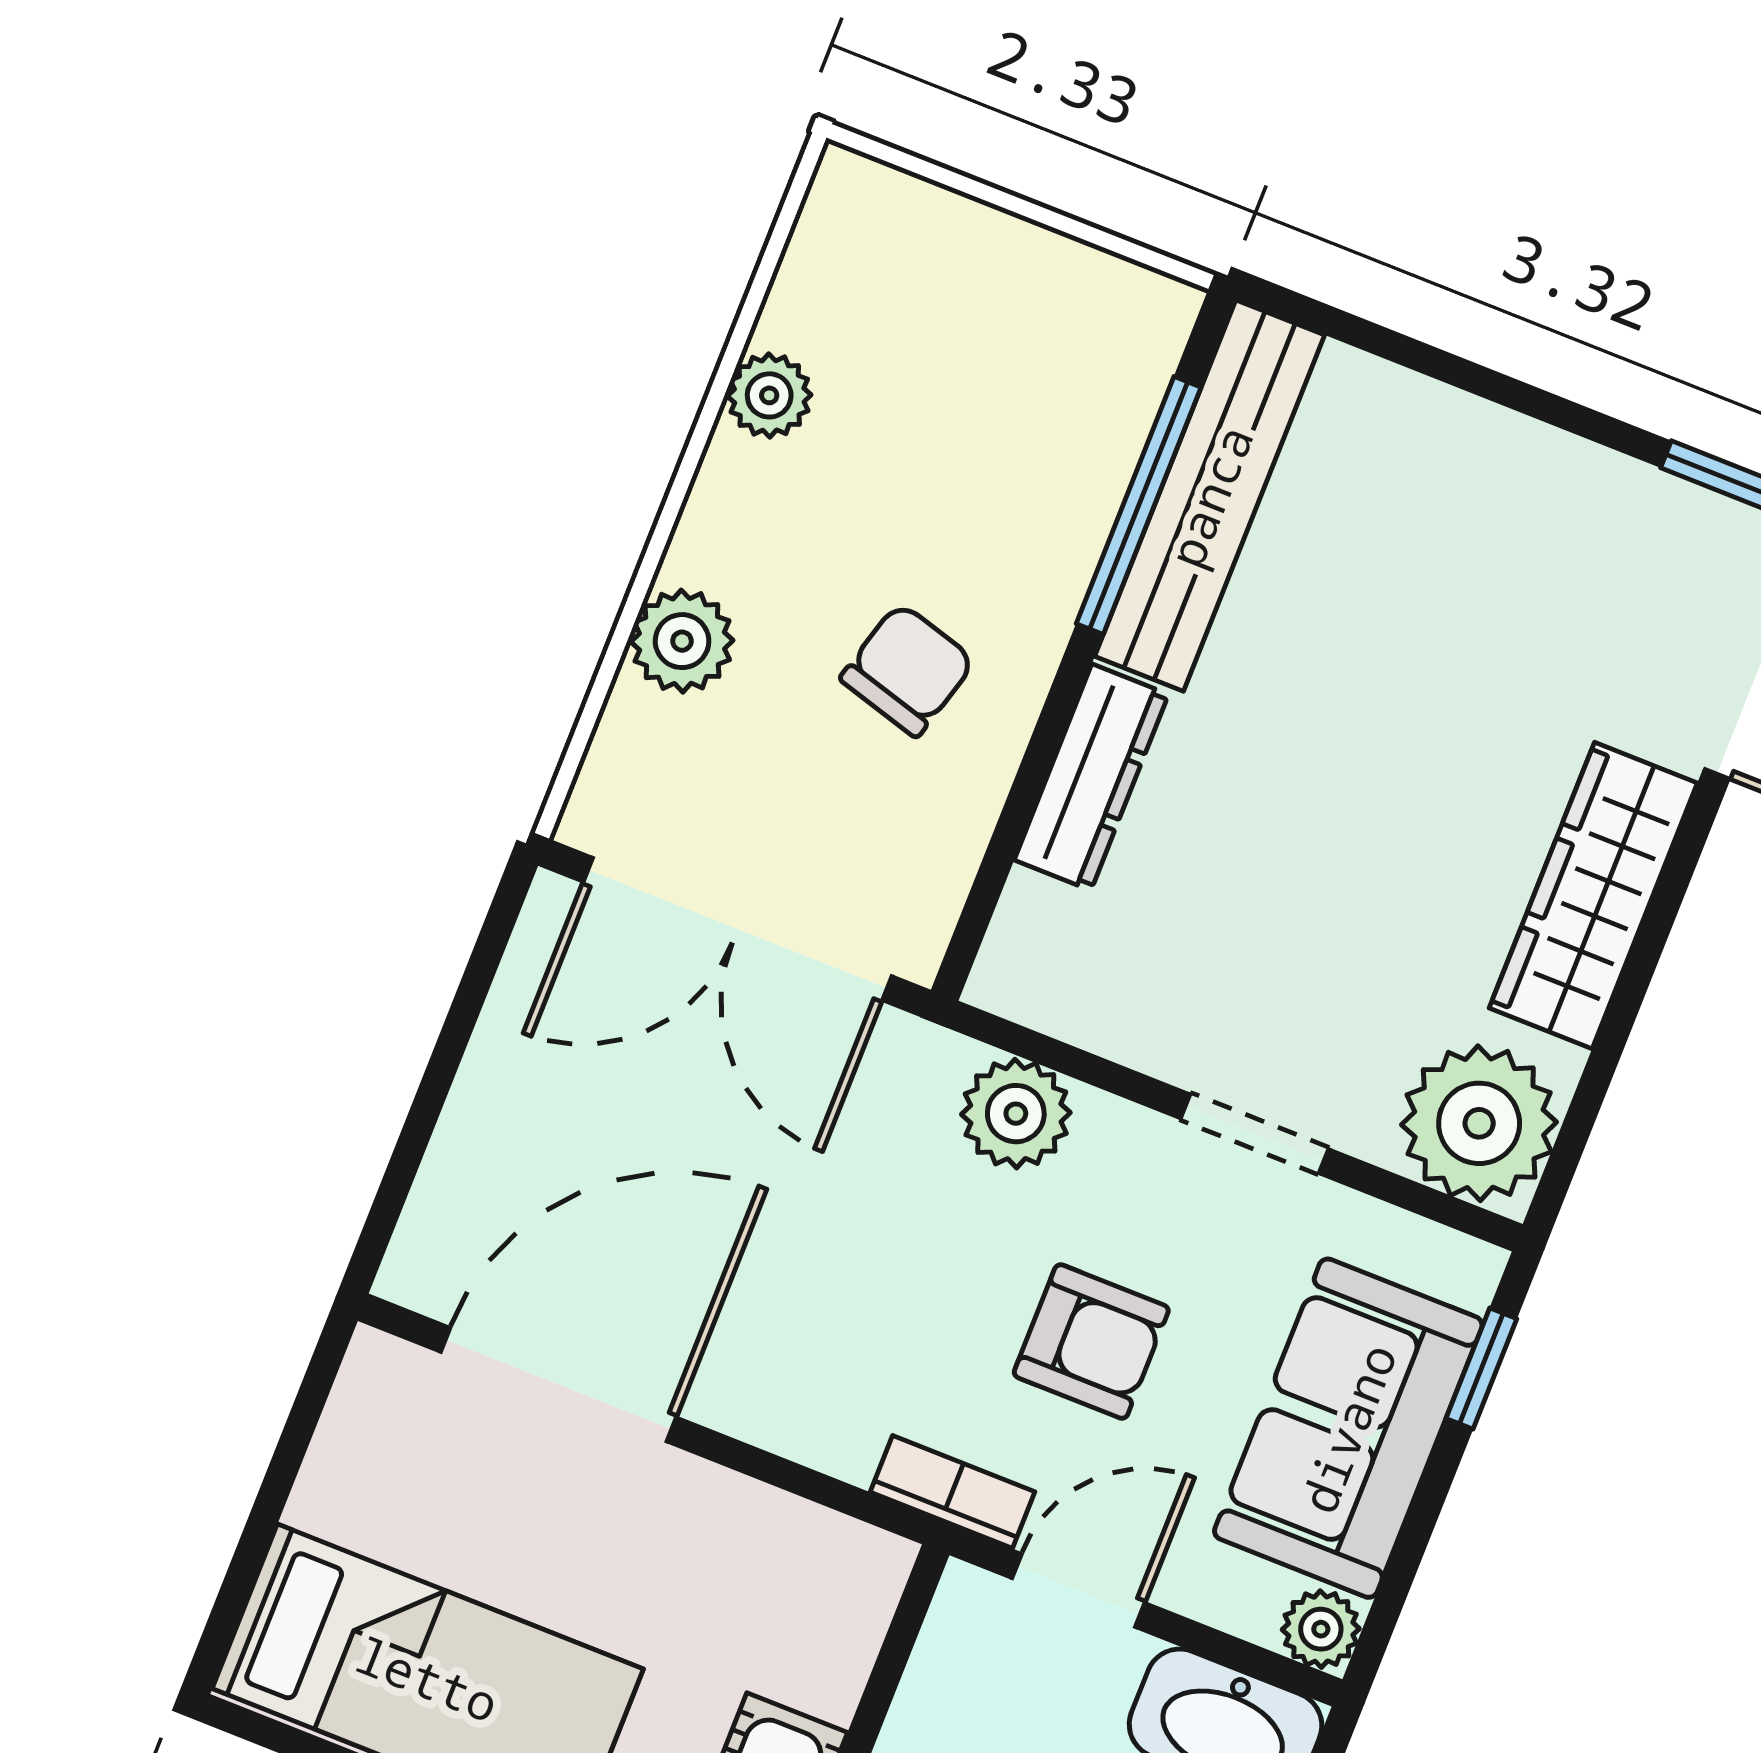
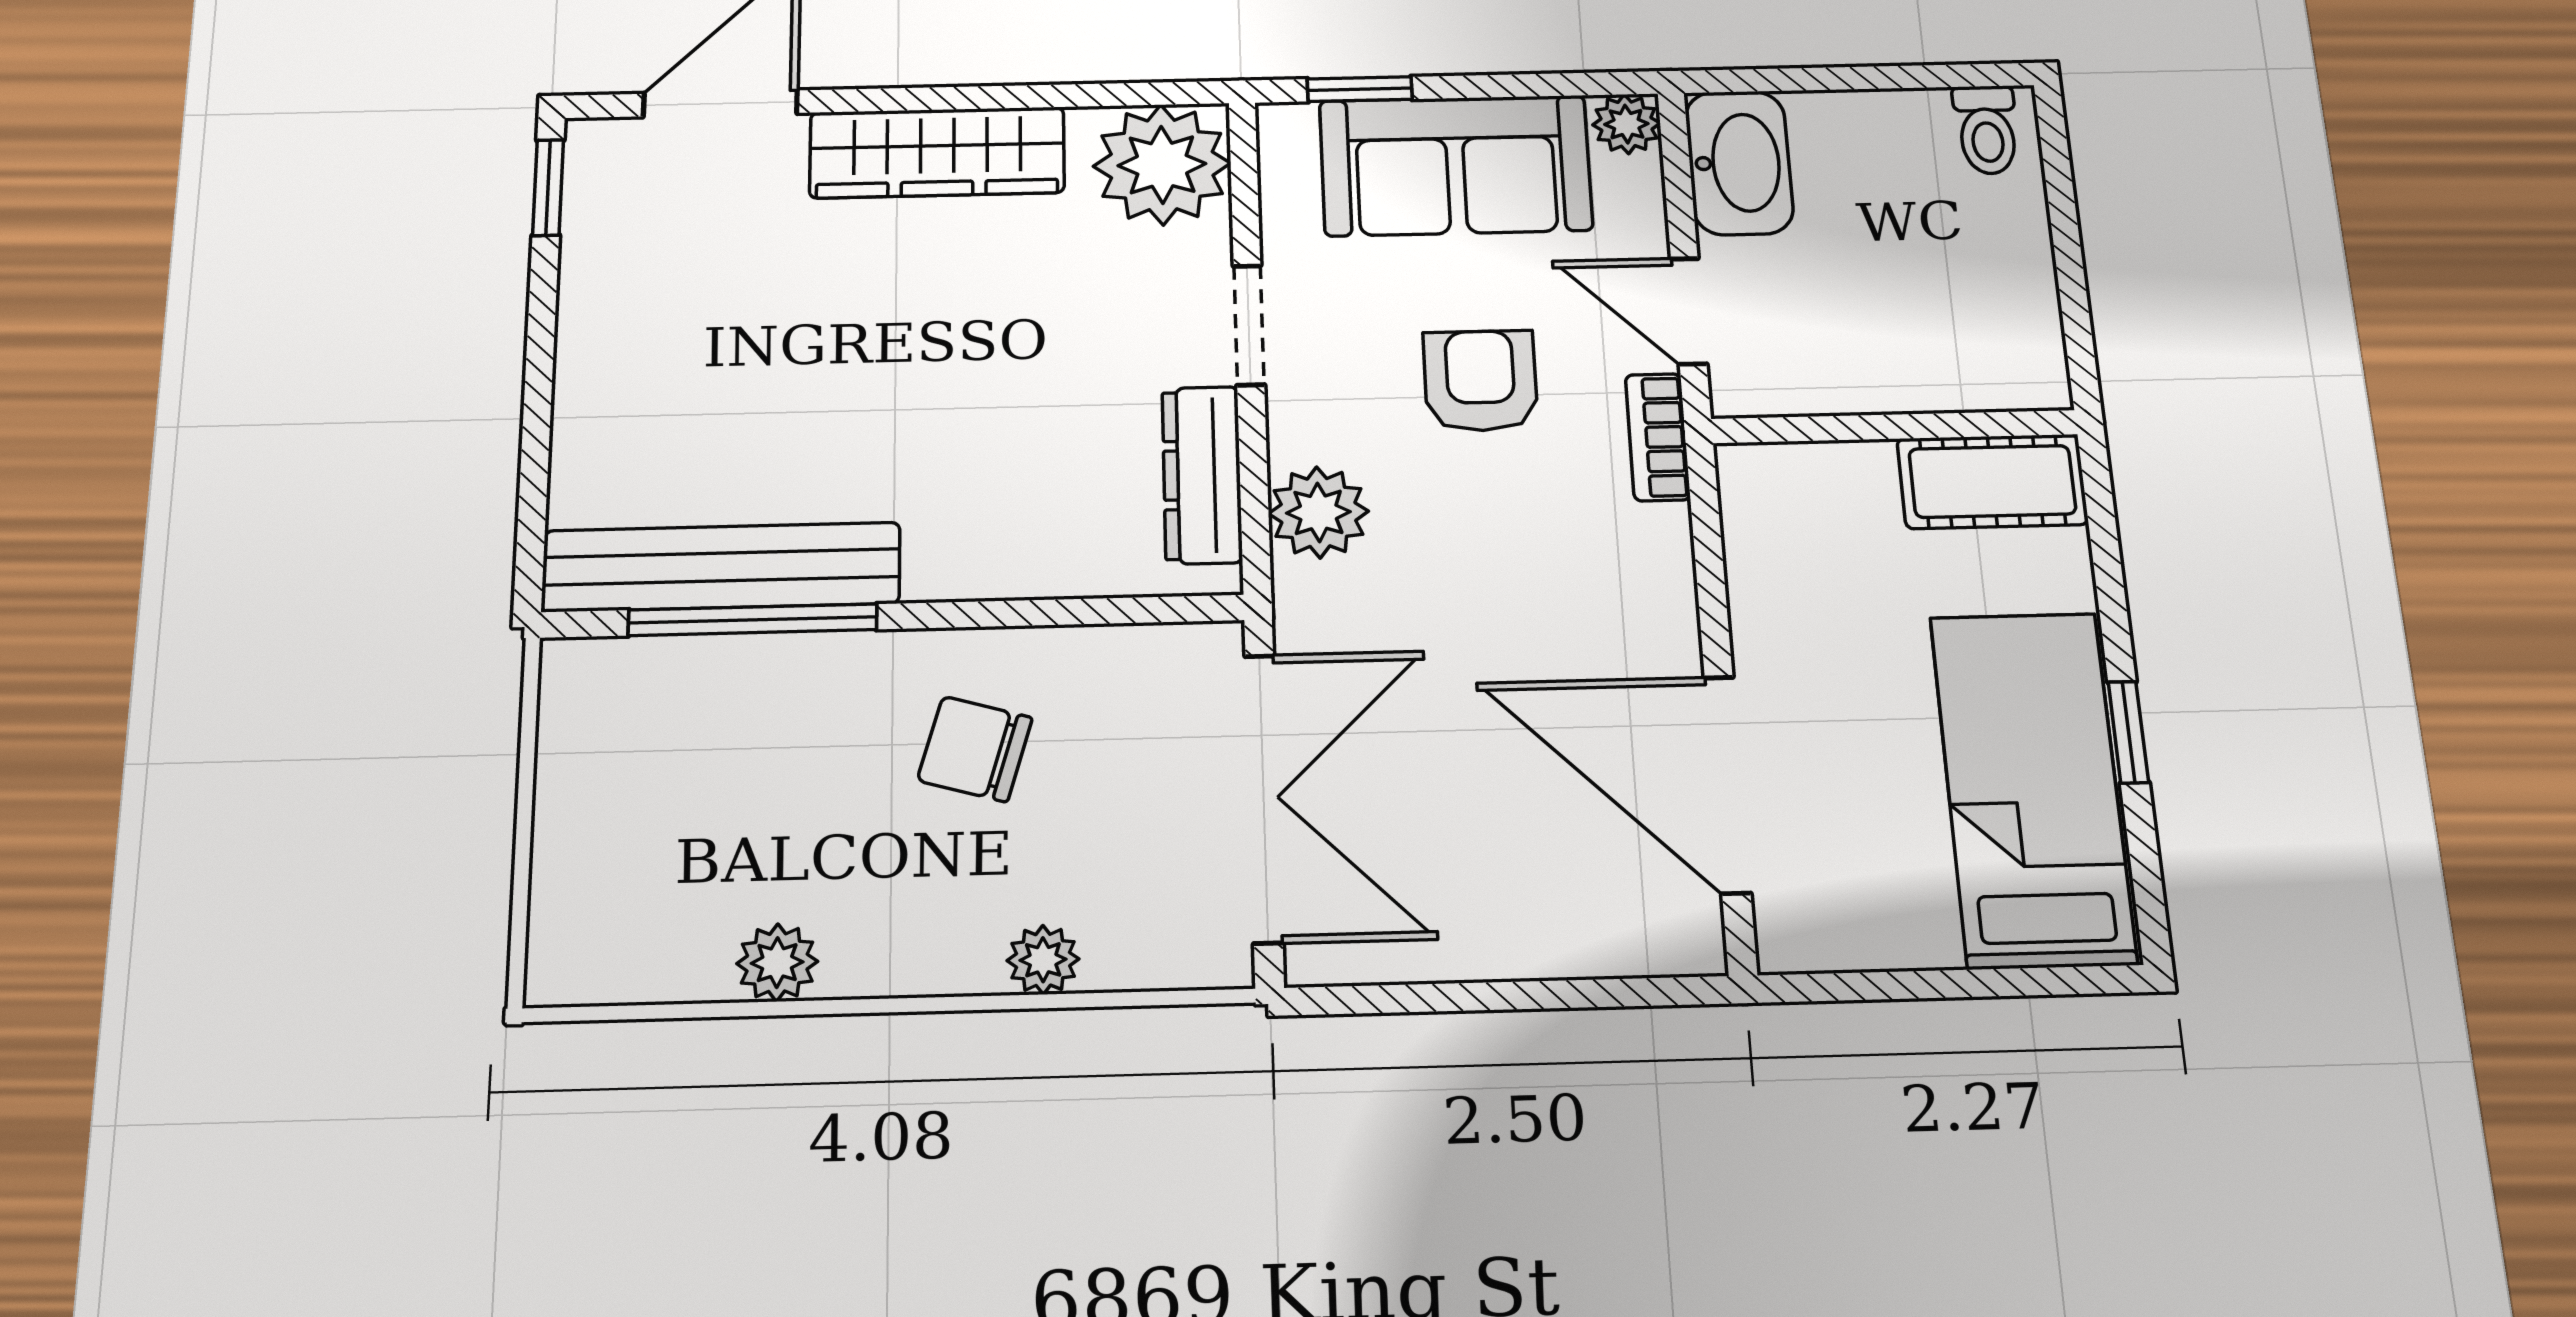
plant: (682, 641) -> (1043, 960), width x0.73, depth x0.73
dresser: (1091, 777) -> (1202, 475), moved, turned -90

